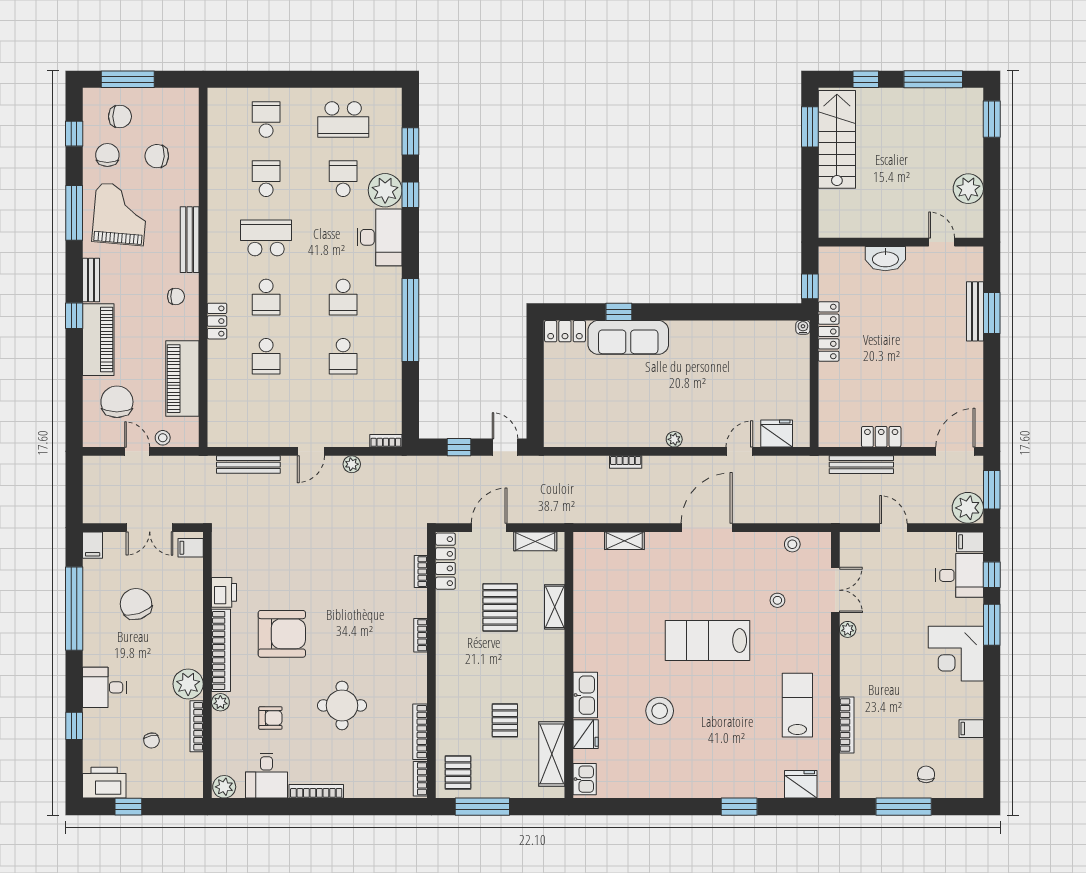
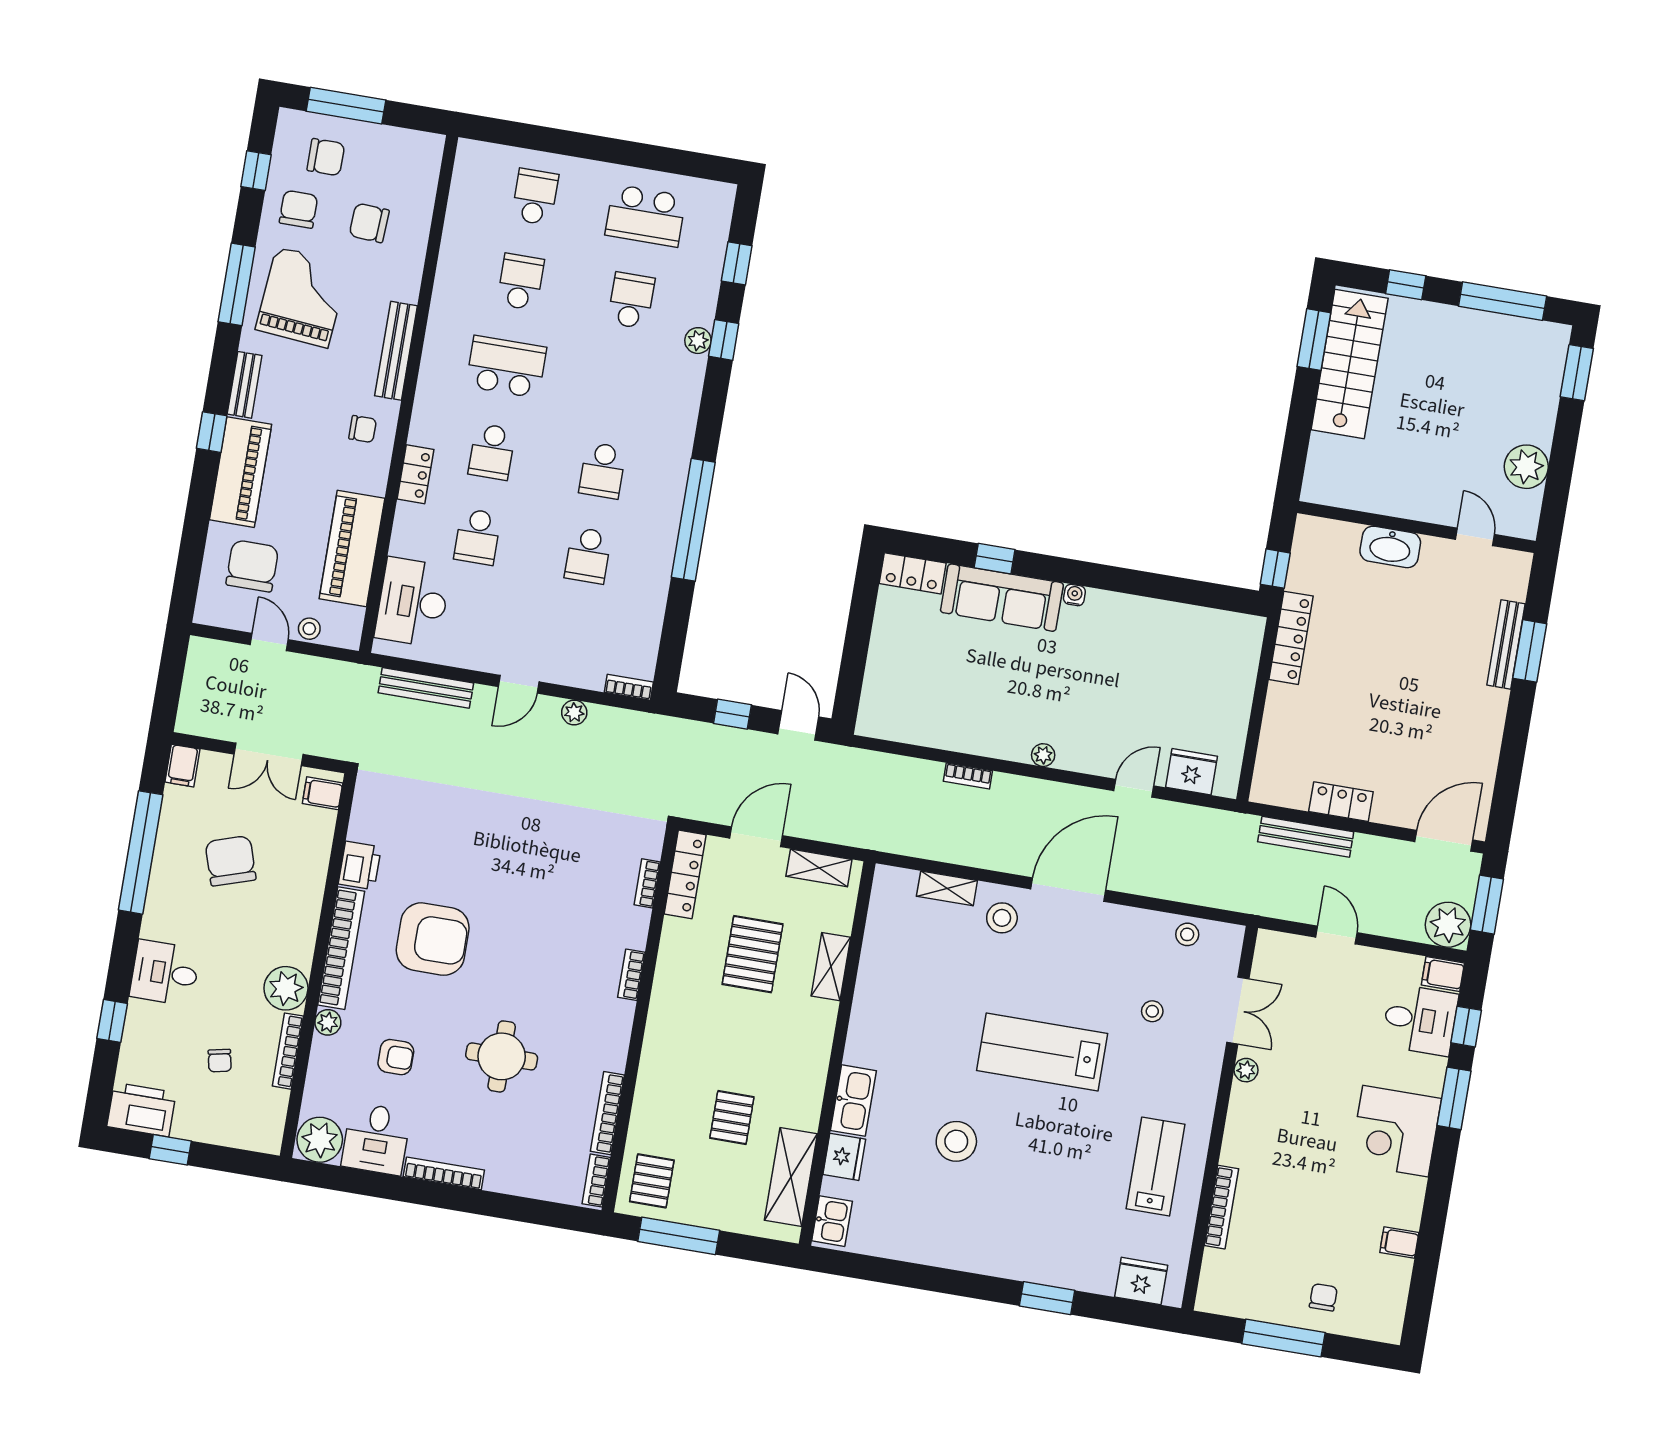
plant: (385, 190) -> (698, 341), width x0.53, depth x0.53
desk: (379, 237) -> (413, 602), moved, turned 180
water cooler: (803, 327) -> (1074, 595), moved
stool: (665, 554) -> (1002, 918), added
plant: (224, 787) -> (320, 1140), width x1.36, depth x1.36

